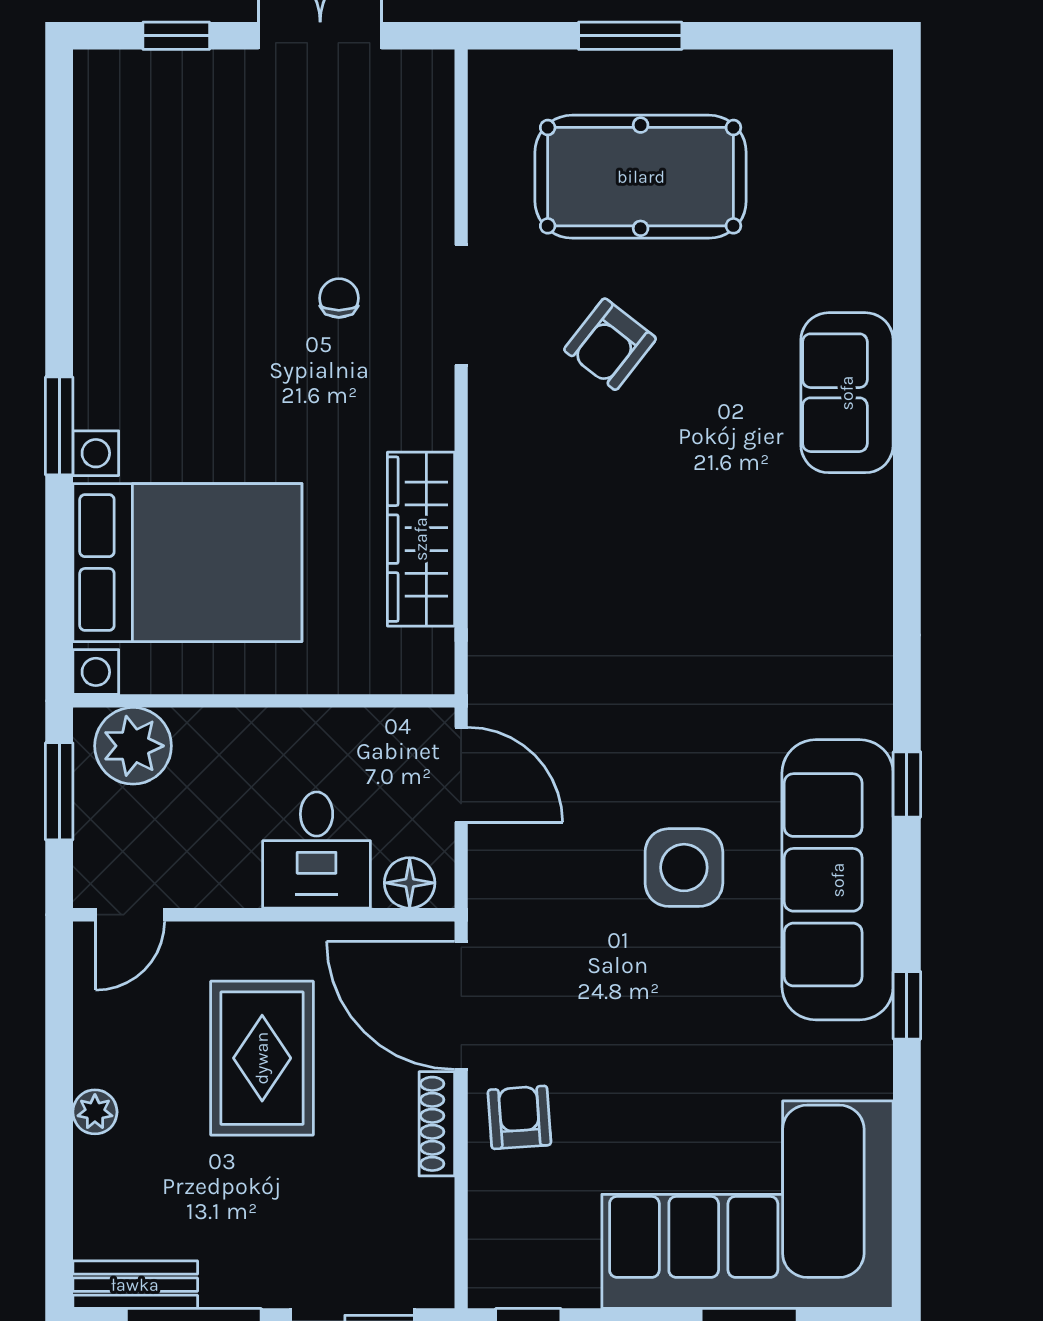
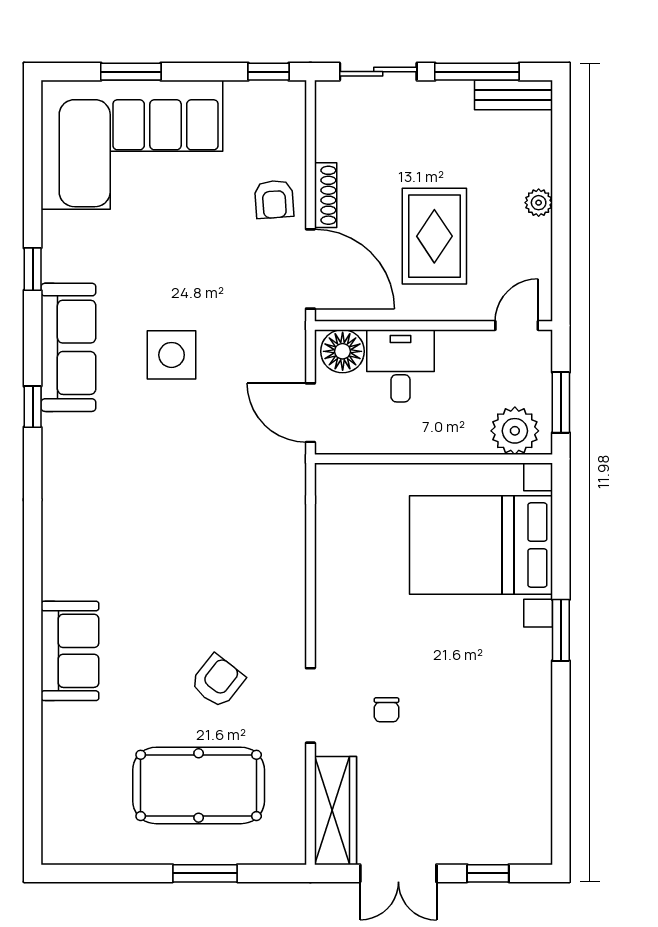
wardrobe: (421, 539) -> (335, 811), moved
sofa: (838, 880) -> (68, 347), width x0.74, depth x0.79
floor lamp: (410, 883) -> (343, 351), width x1.38, depth x1.38

